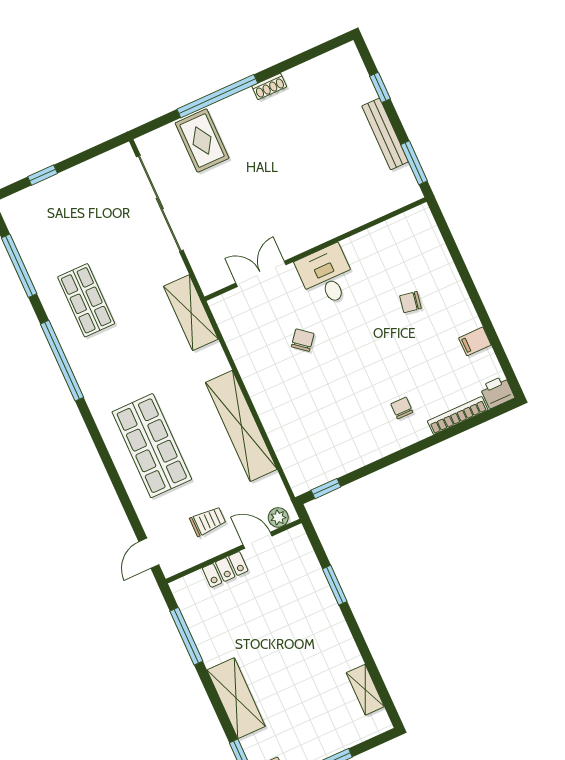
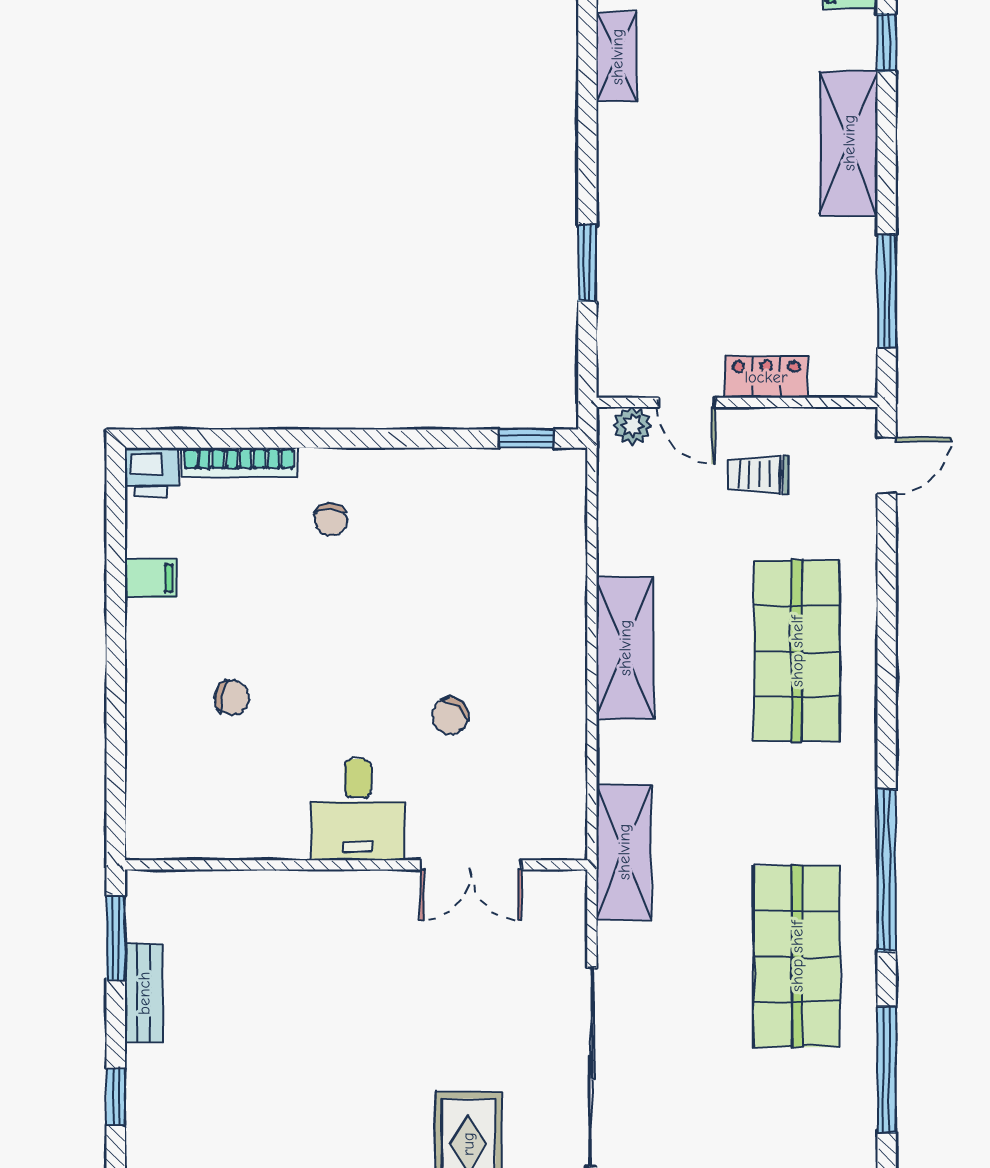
bench: (385, 134) -> (144, 993), width x0.73
shop shelf: (86, 300) -> (797, 956), width x1.43, depth x1.36
shelving: (241, 426) -> (625, 648), width x0.68

